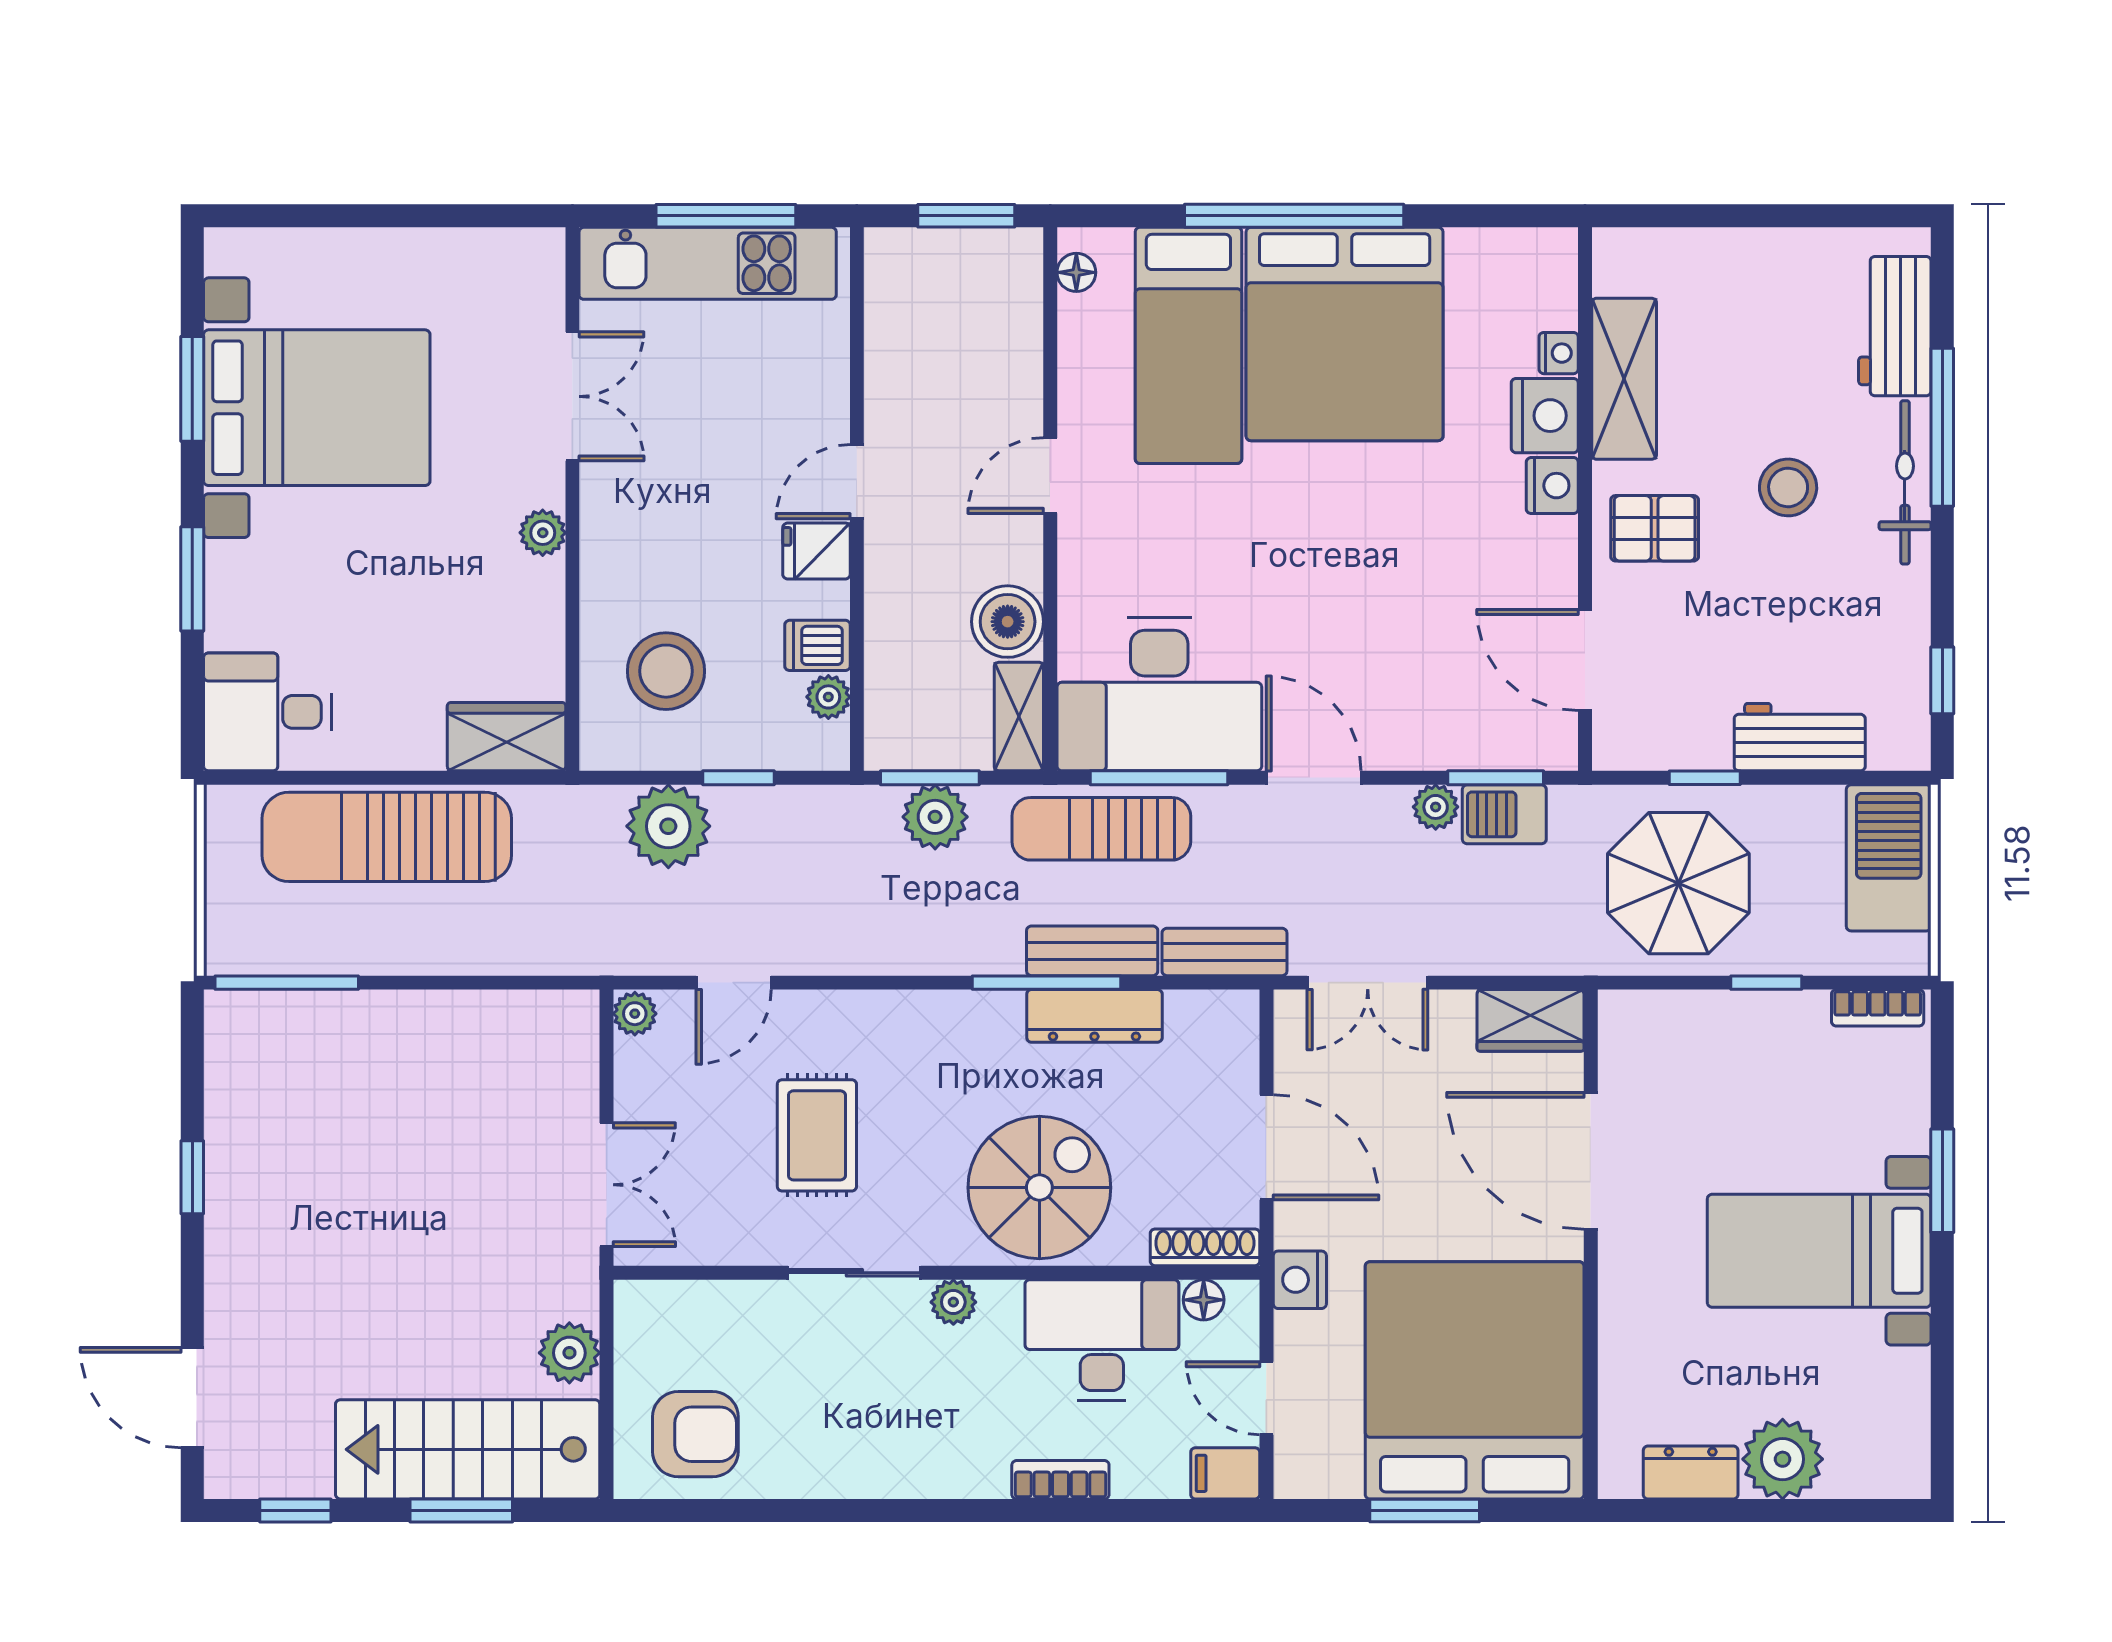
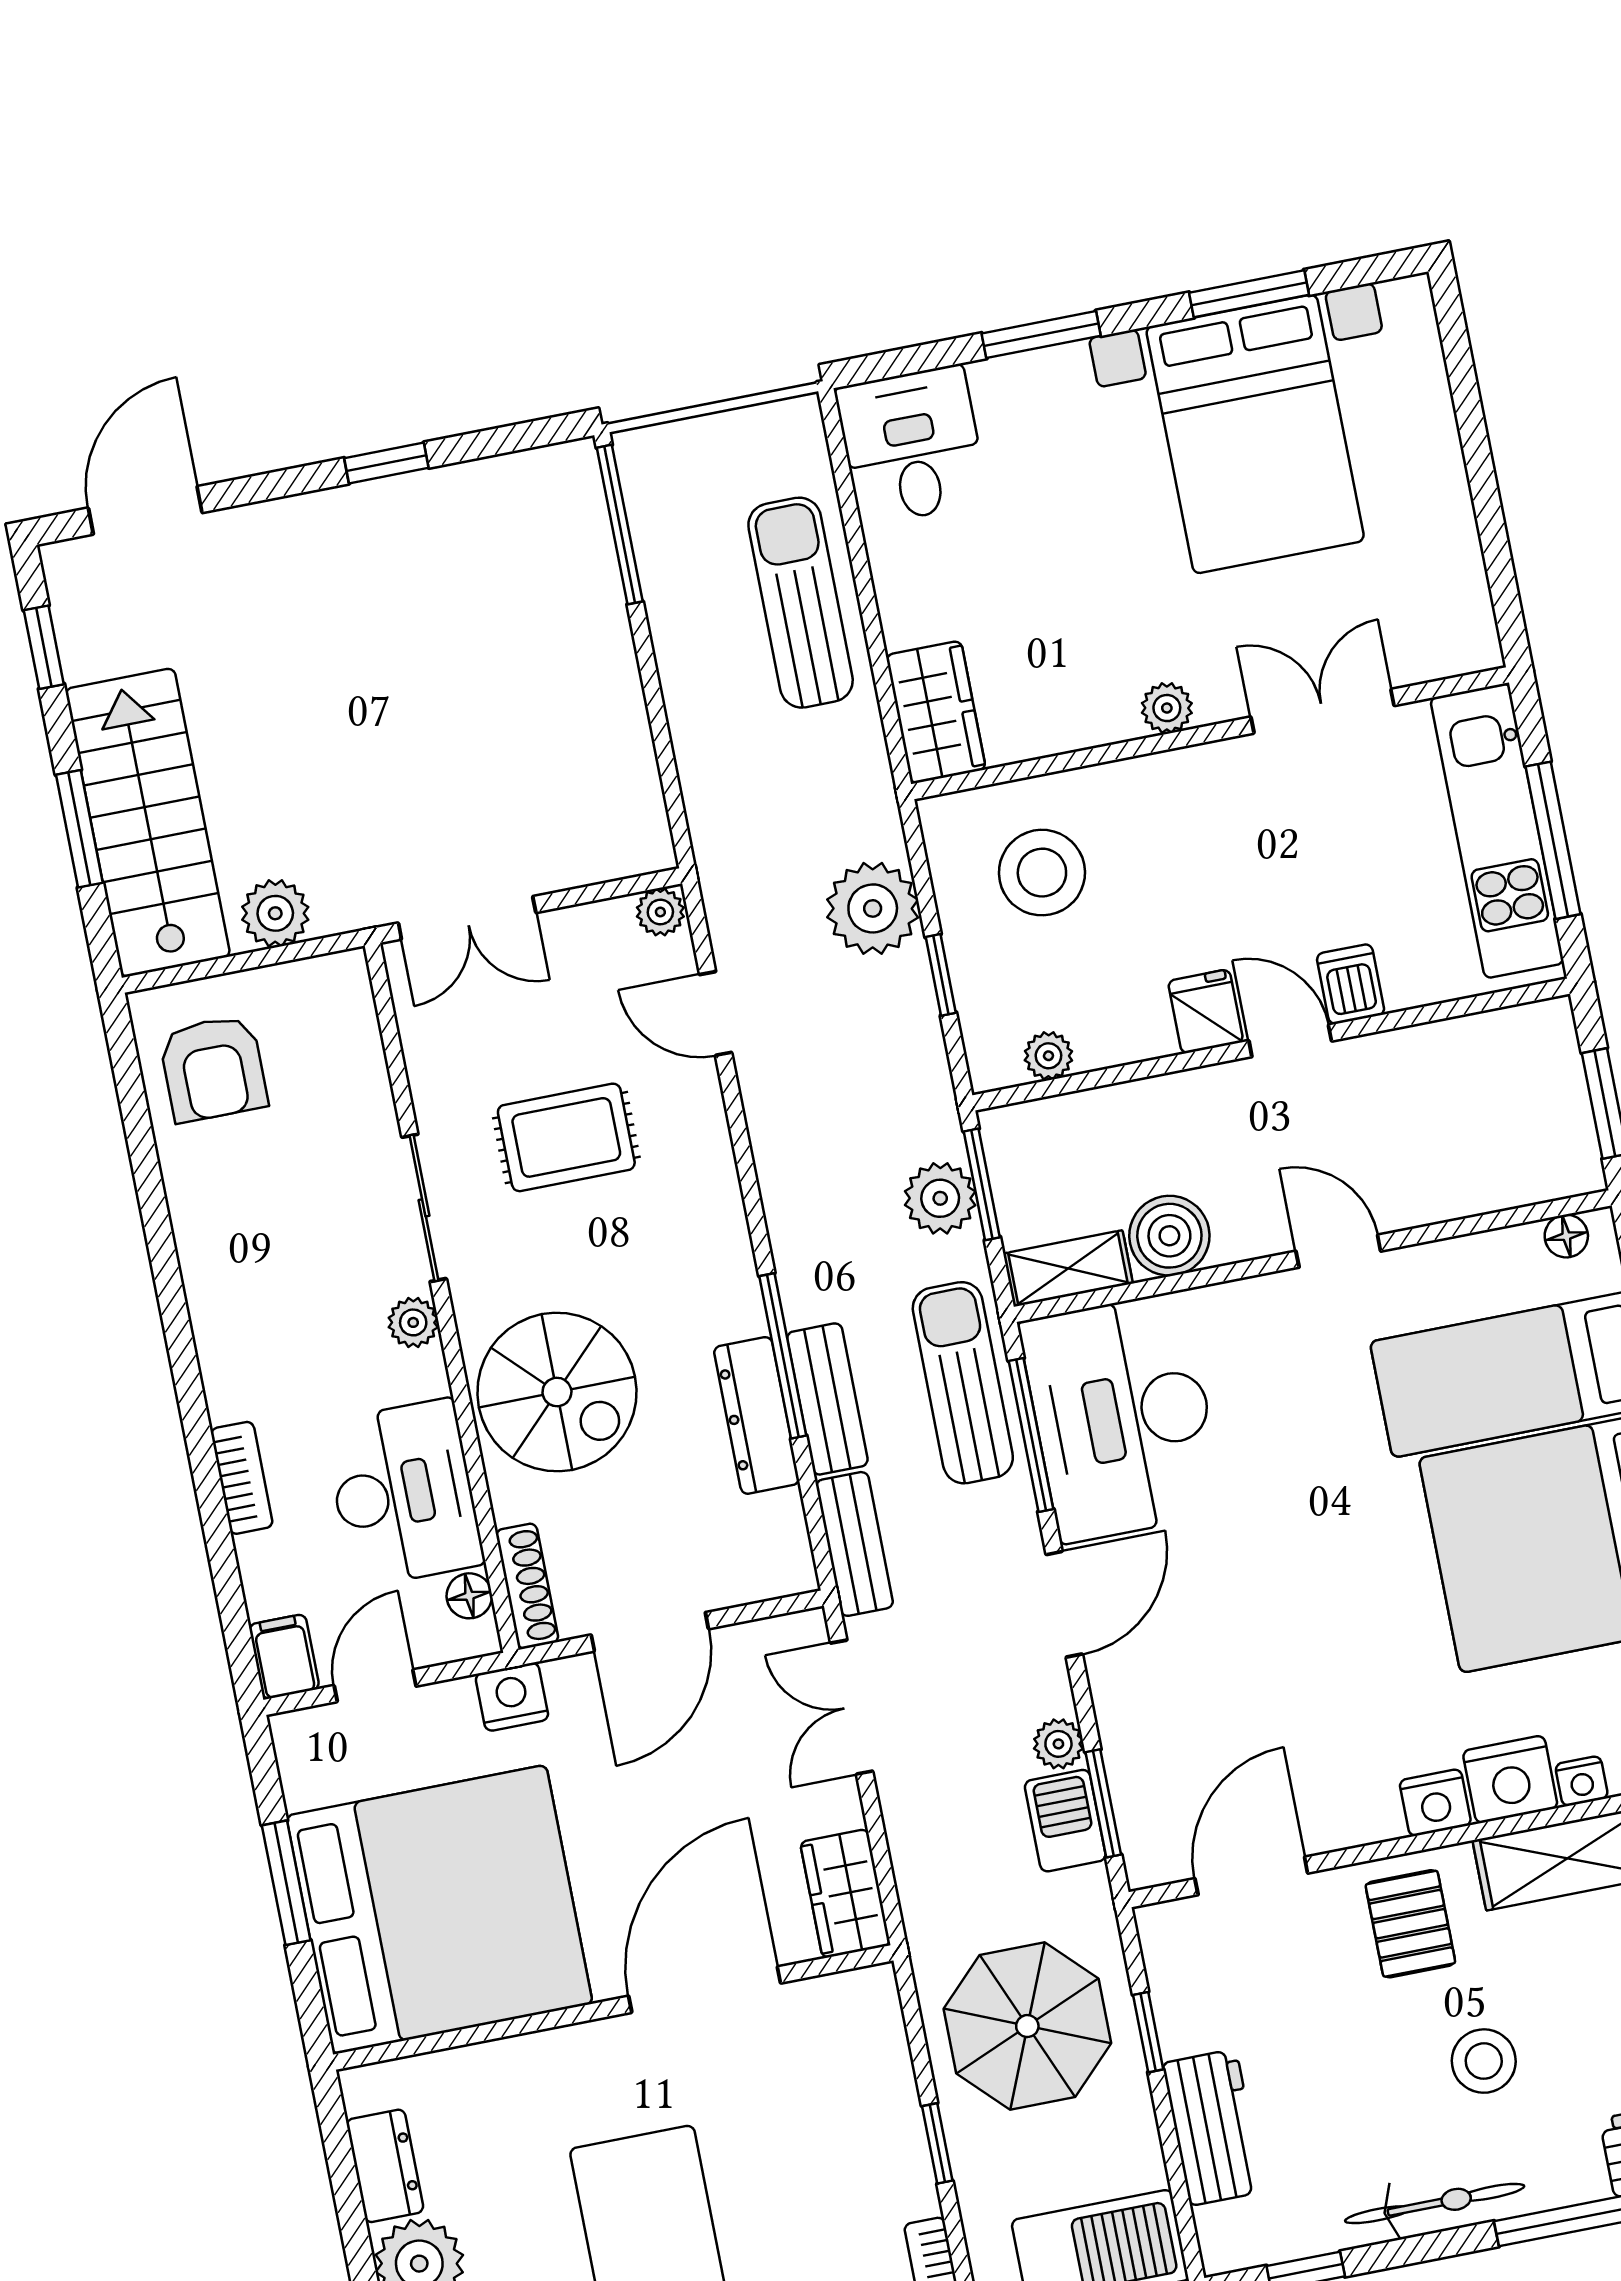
double door: (572, 396) -> (1322, 711), swing flipped
bicycle: (1905, 482) -> (1435, 2204), moved
dishwasher: (817, 645) -> (1351, 984), moved
sun lounger: (387, 837) -> (801, 603), width x0.73, depth x0.75

